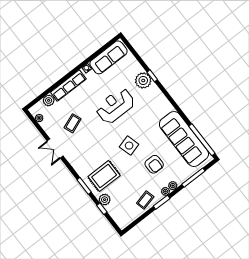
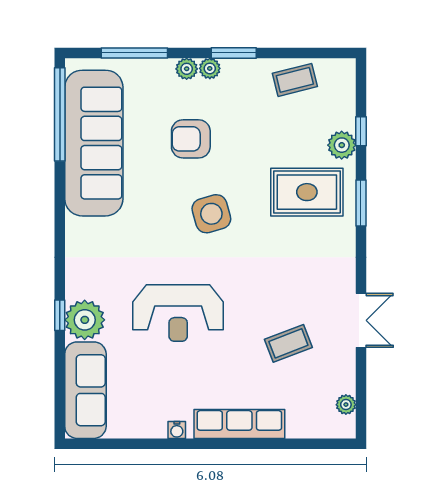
sofa: (108, 57) -> (85, 390), moved, turned 90
plant: (49, 100) -> (301, 425), removed
armchair: (154, 164) -> (191, 139), turned -90
coffee table: (145, 200) -> (295, 80), moved

